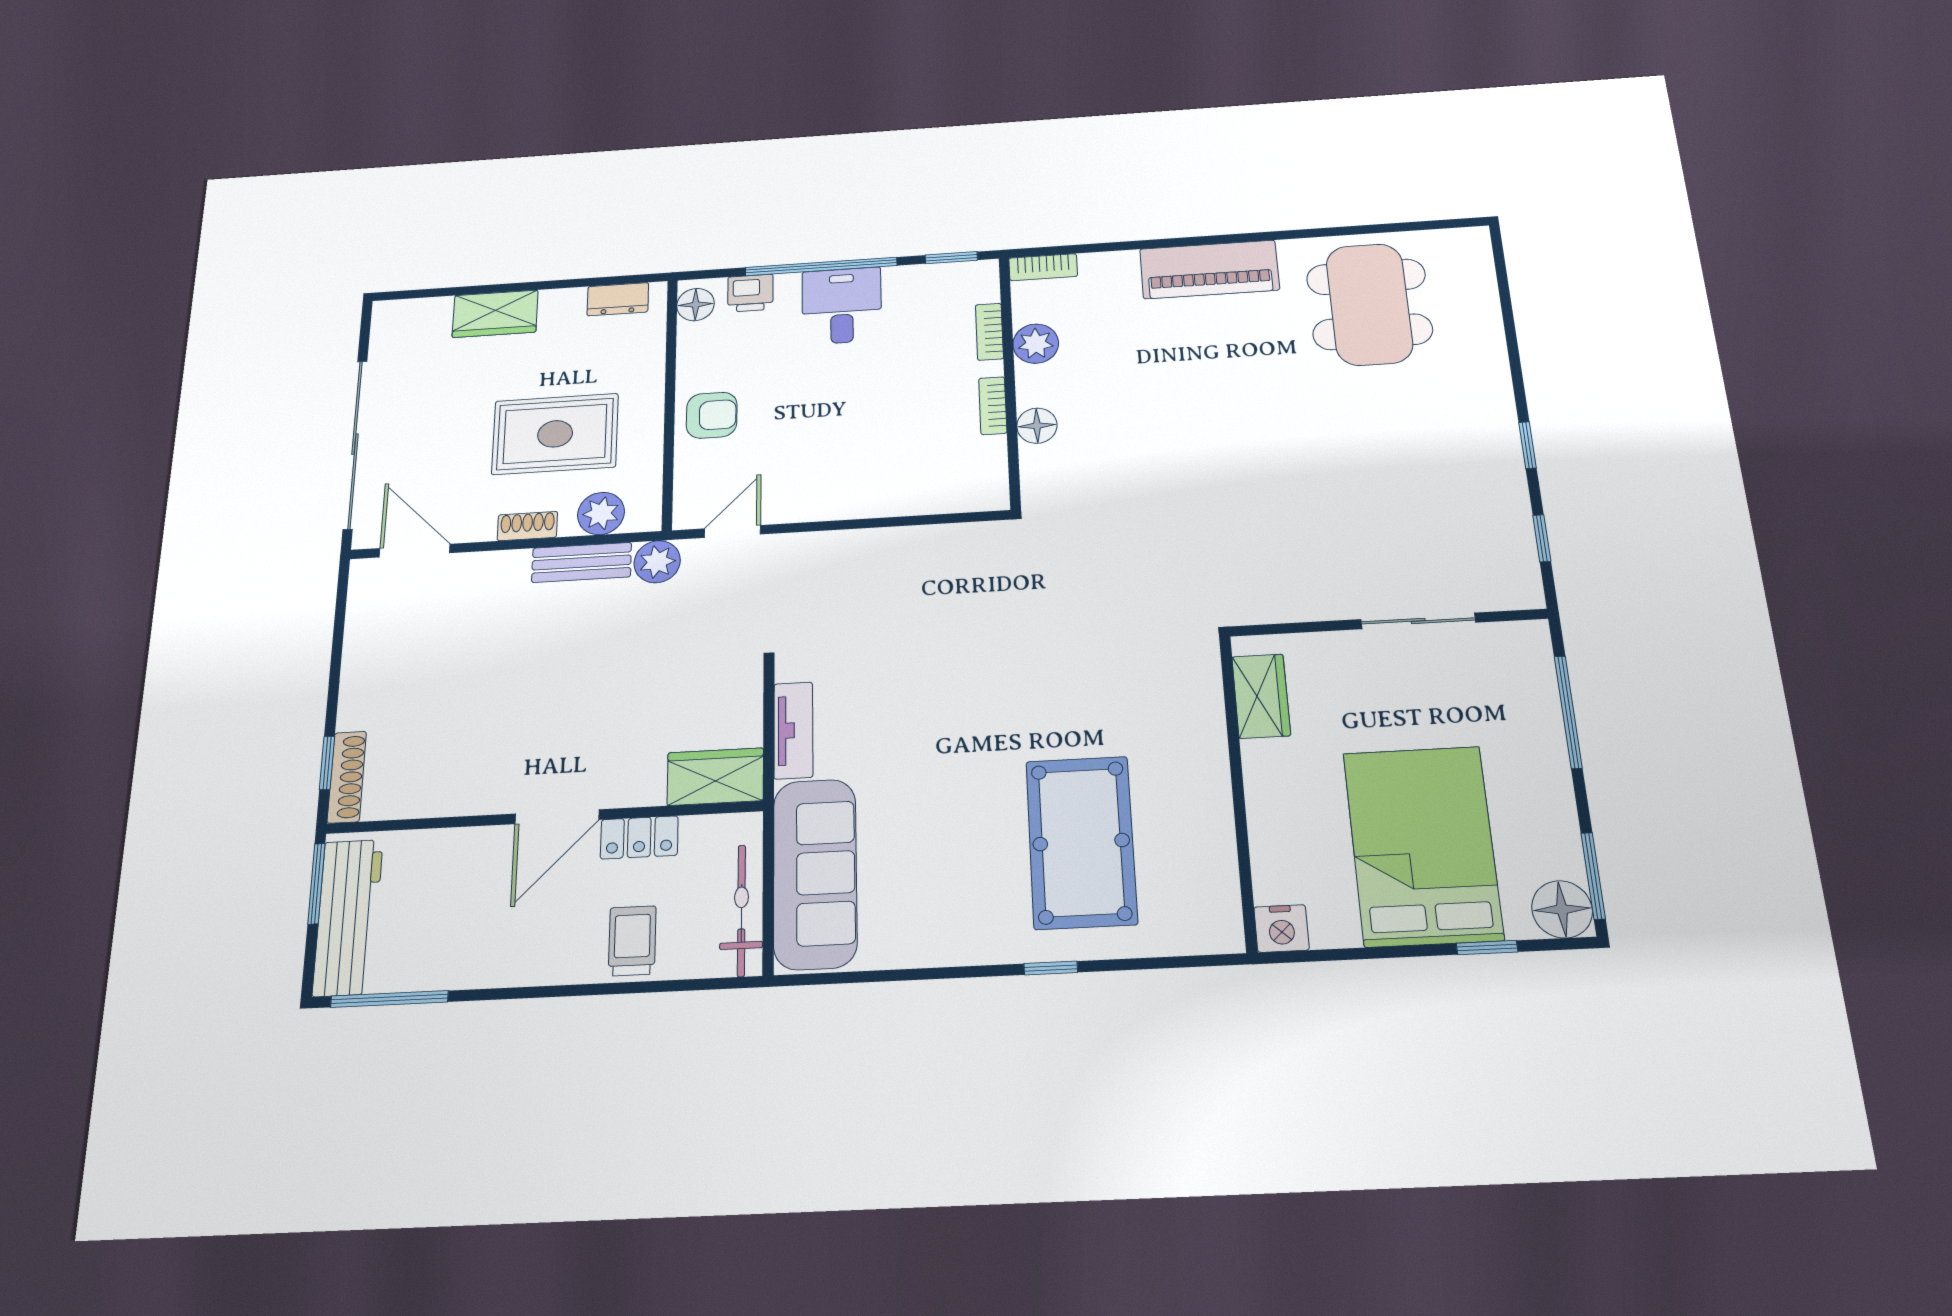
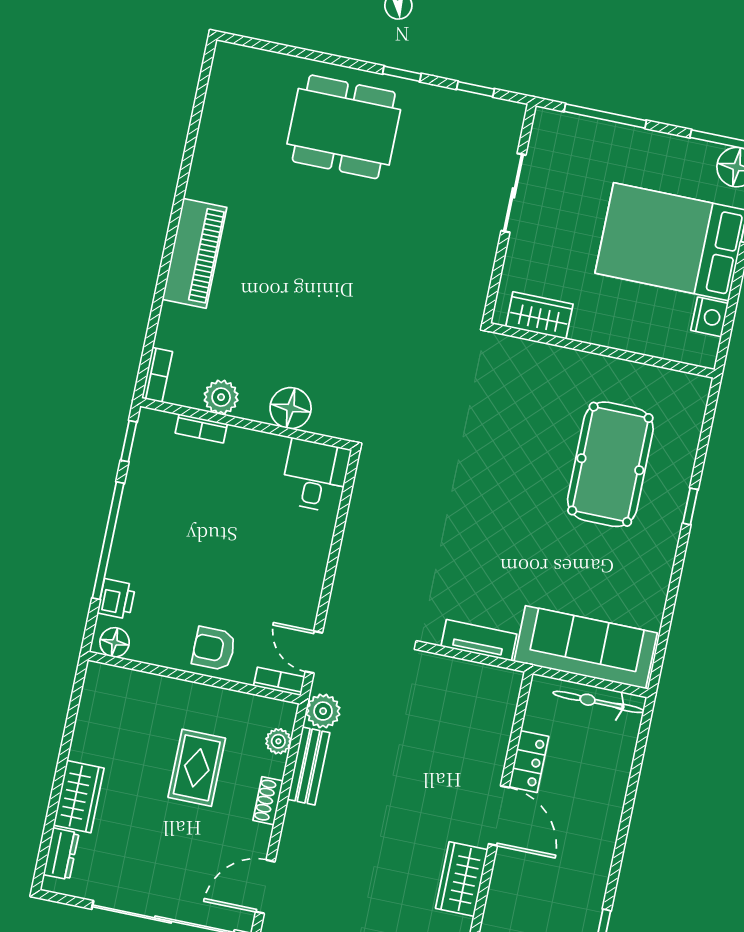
dresser: (618, 299) -> (61, 854), moved
dining table: (1369, 304) -> (344, 127), moved
desk: (842, 306) -> (315, 476), moved, turned 90
bookcase: (993, 406) -> (279, 681), moved, turned 180
armchair: (712, 415) -> (214, 649), turned -90
floor lamp: (1037, 426) -> (291, 408), width x1.38, depth x1.38
rug: (555, 434) -> (197, 768), width x0.73, depth x0.70
plant: (601, 513) -> (278, 741), width x0.73, depth x0.73
wardrobe: (715, 777) -> (462, 879), moved
pool table: (1081, 842) -> (610, 464), turned 90
nightstand: (1282, 928) -> (710, 317), moved
trolley: (632, 941) -> (600, 779), removed

